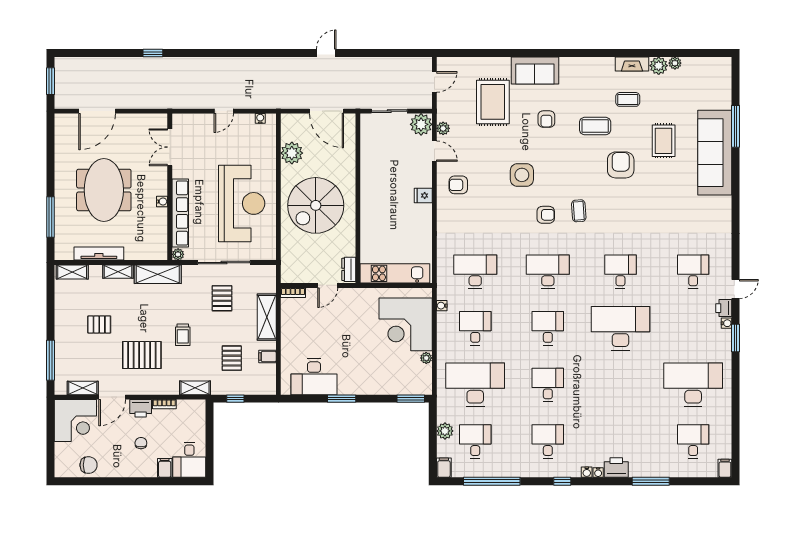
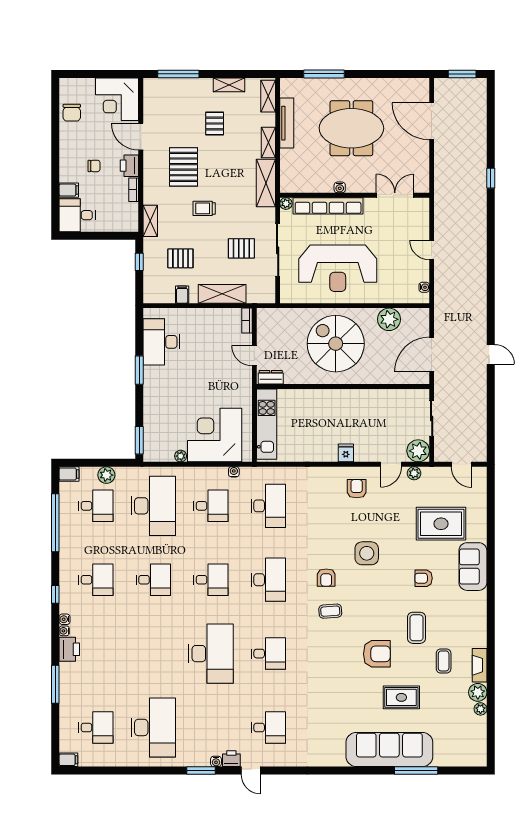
shelving: (83, 388) -> (229, 85), moved, turned 90

